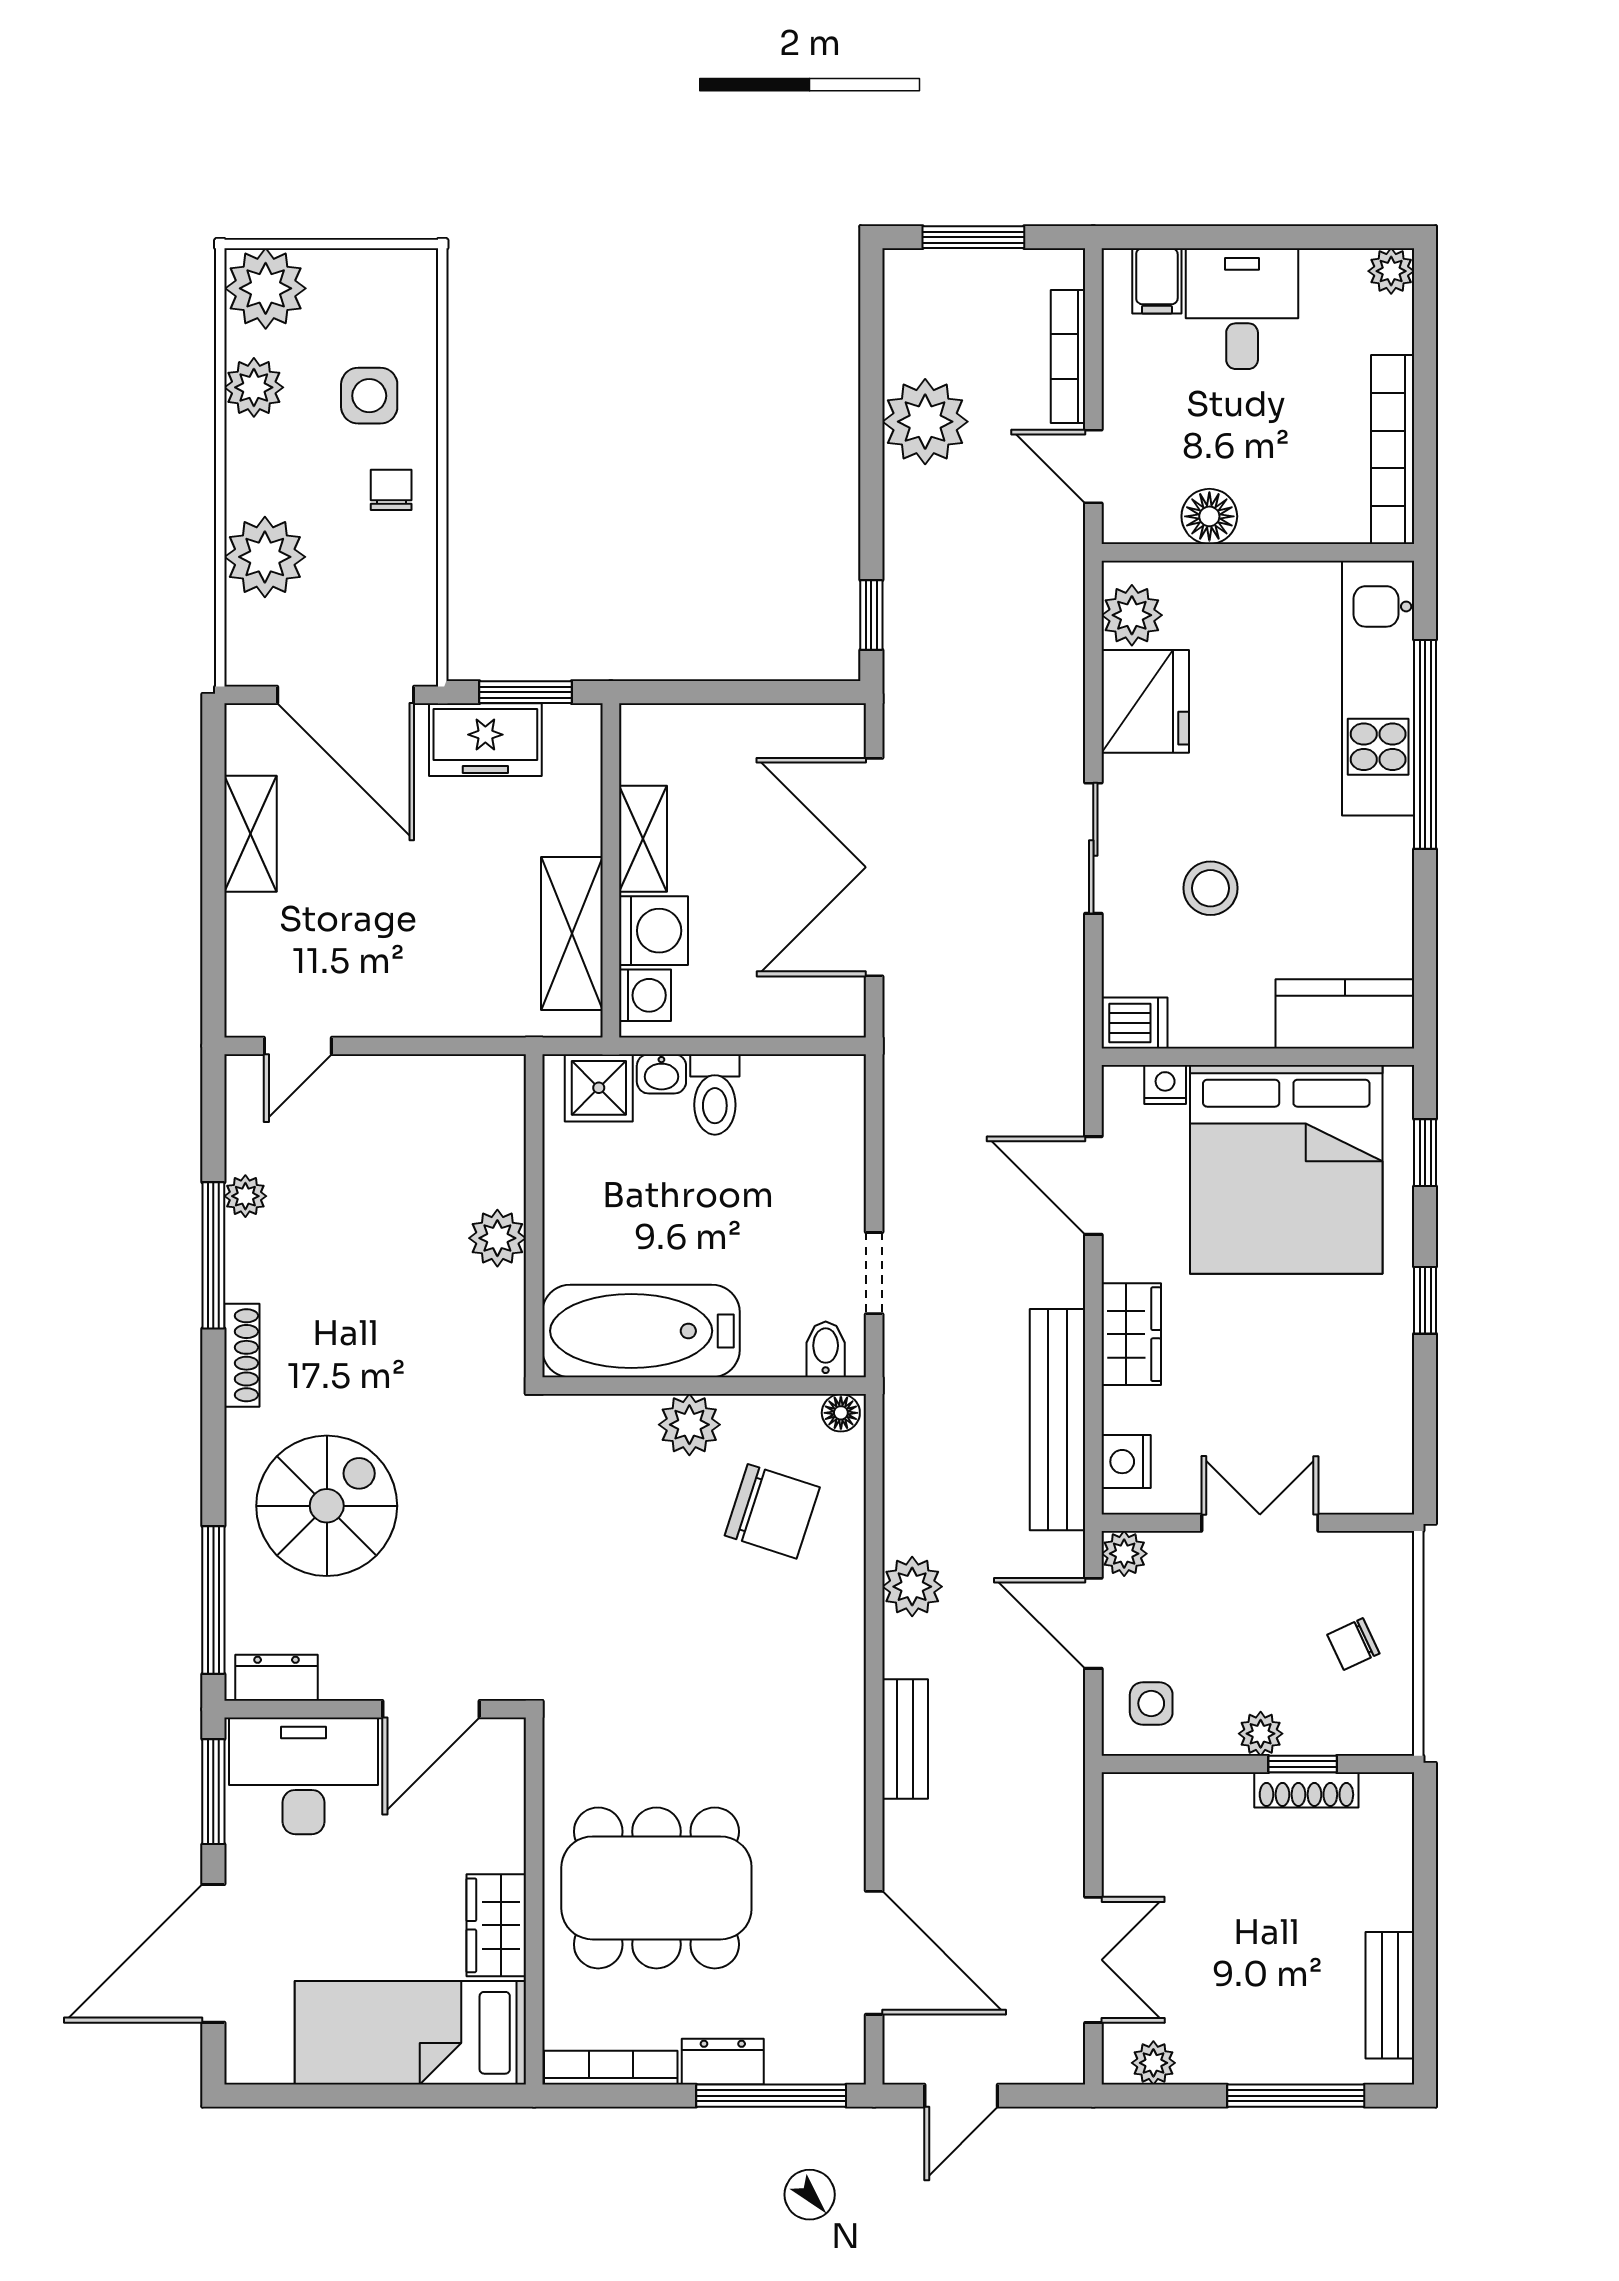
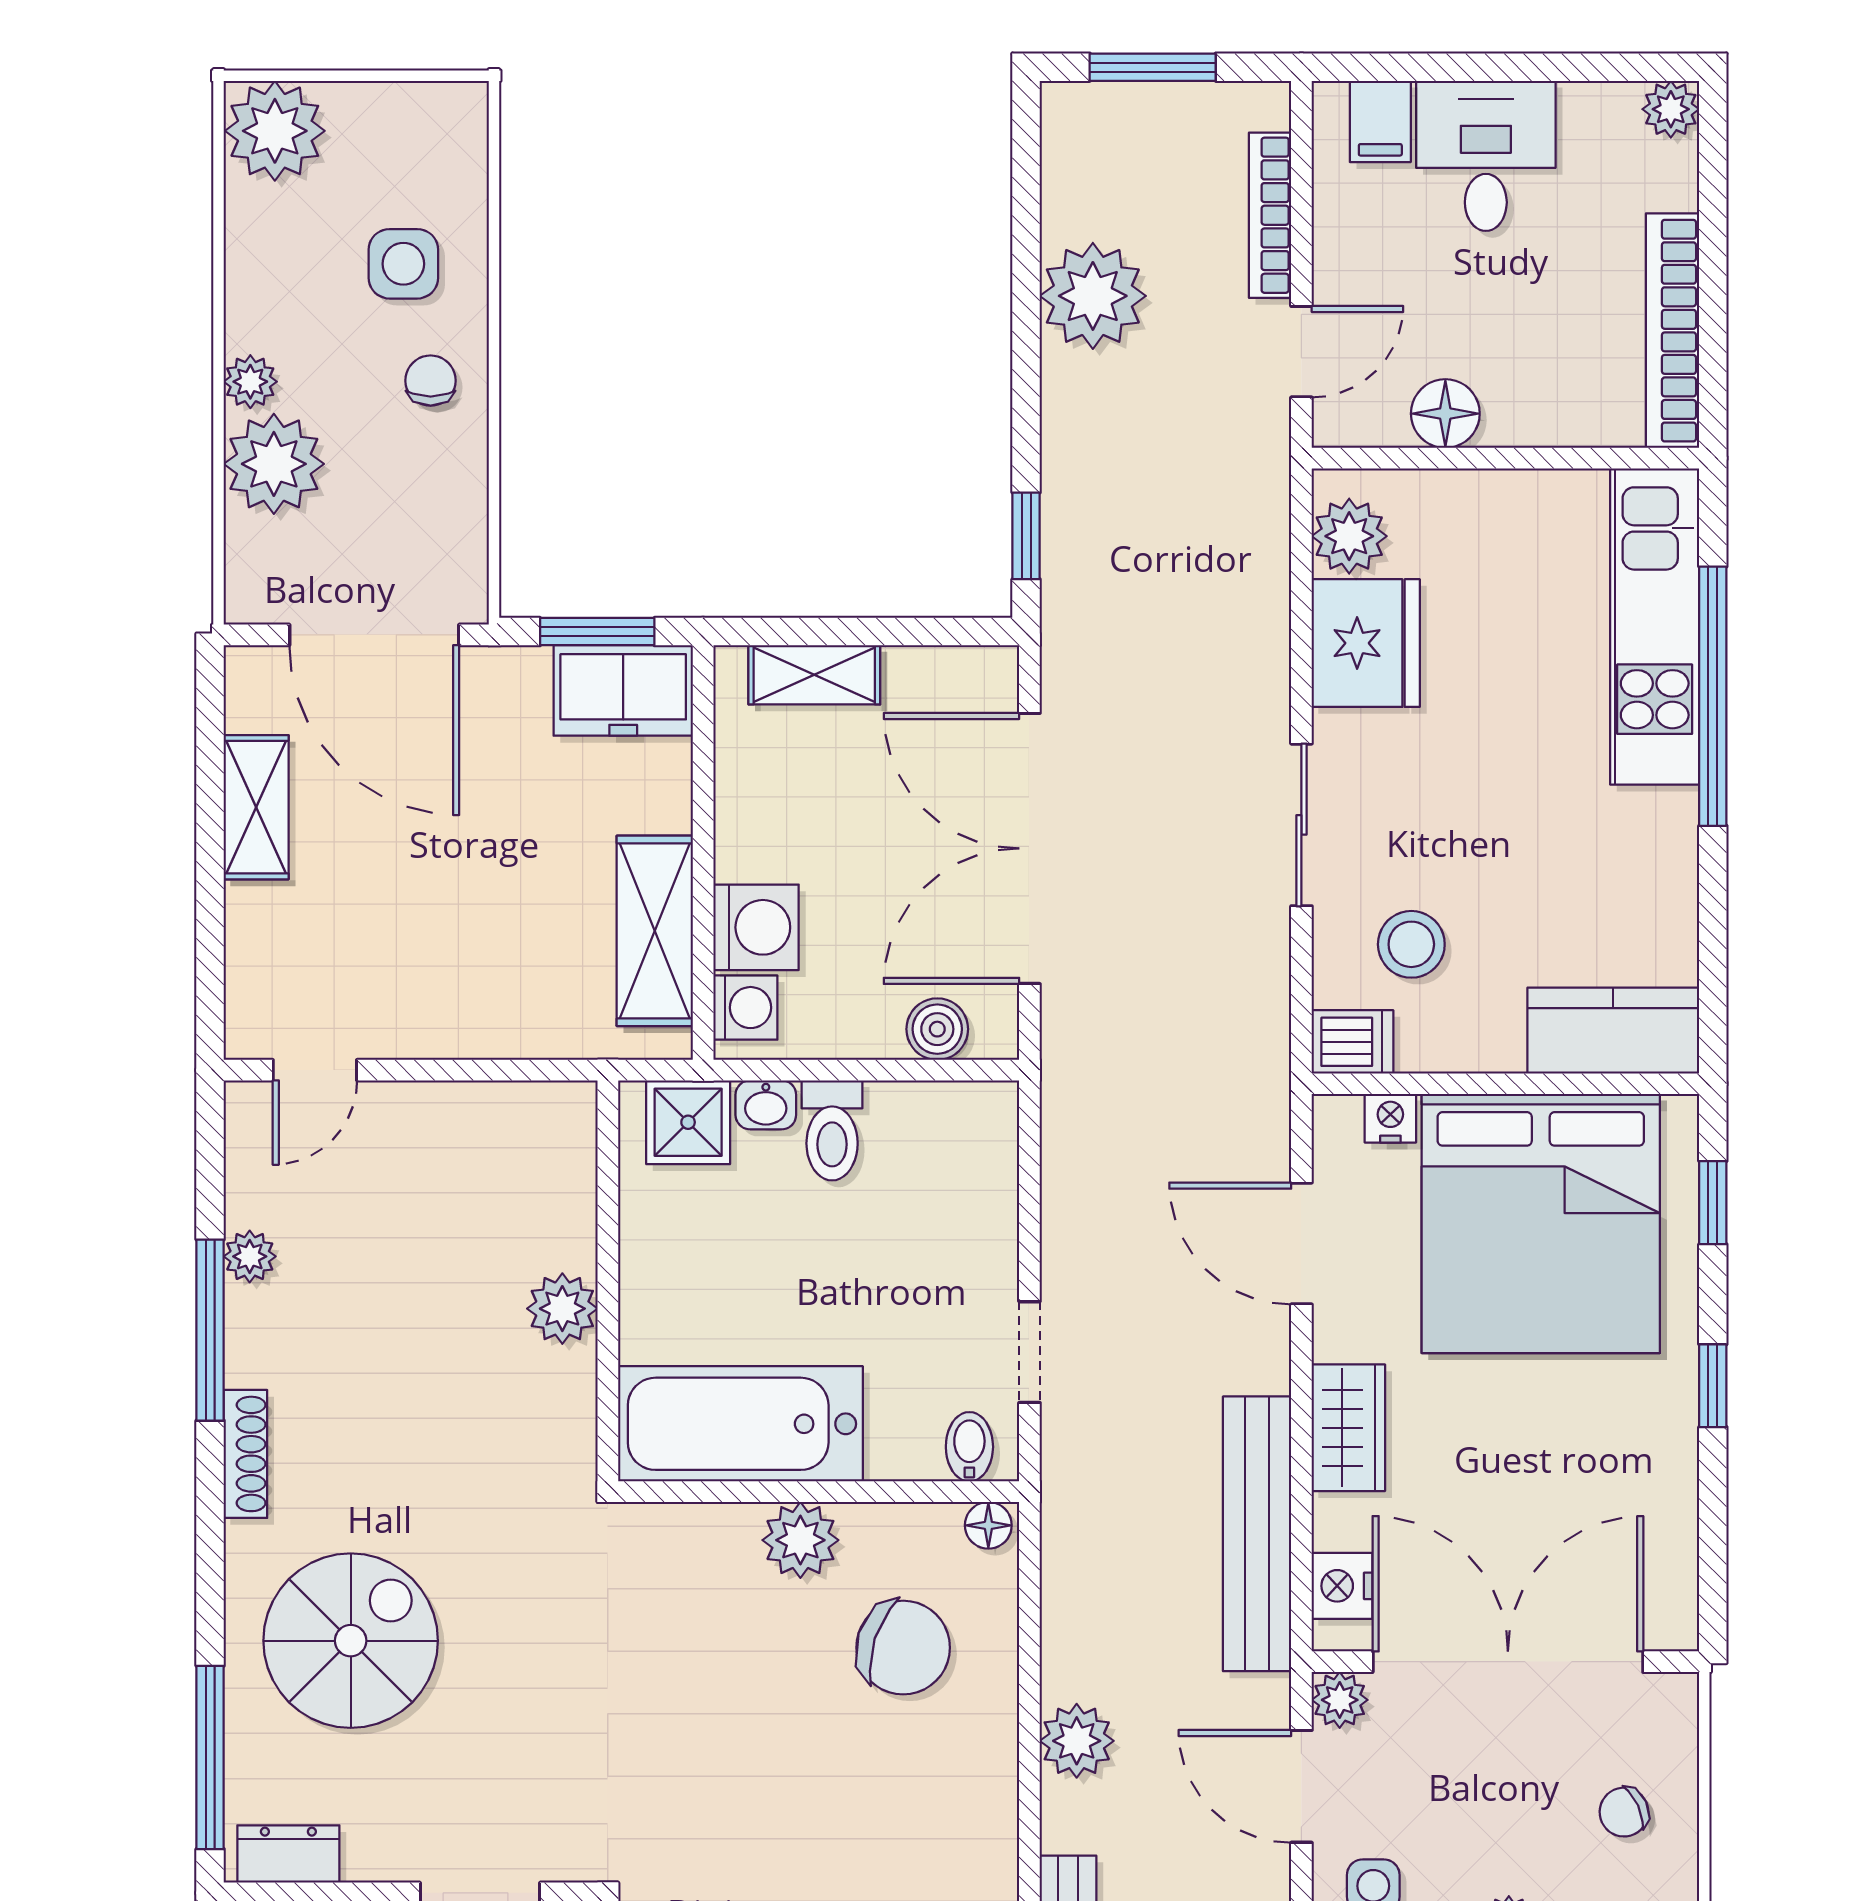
plant: (254, 387) -> (250, 382), moved, width x0.73, depth x0.73
door: (1093, 467) -> (1301, 352), swing flipped
freezer: (485, 740) -> (623, 690), moved
shelving: (643, 839) -> (814, 675), moved, turned 90
stool: (1210, 888) -> (1411, 944), moved
boiler: (800, 1013) -> (937, 1029), added
double door: (1260, 1523) -> (1508, 1662), width x1.87

